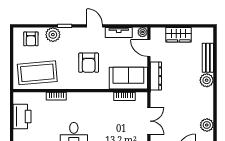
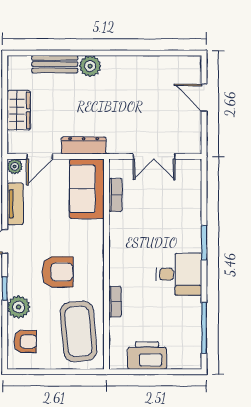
armchair: (89, 63) -> (58, 272), moved
double door: (149, 121) -> (154, 157), swing flipped
plant: (207, 125) -> (160, 66), removed

